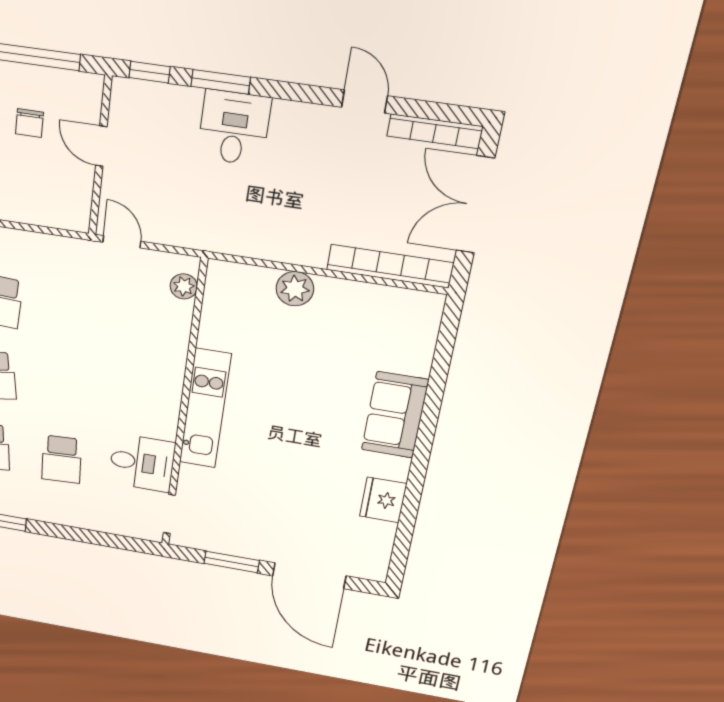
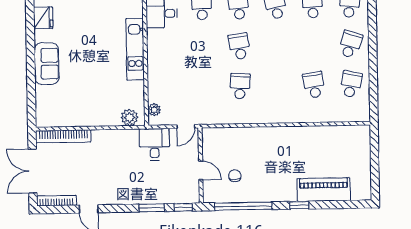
desk: (234, 128) -> (155, 144), moved, turned 180
double door: (475, 205) -> (33, 171), swing flipped
door: (122, 242) -> (186, 126), hinge flipped
plant: (295, 289) -> (130, 117), moved

